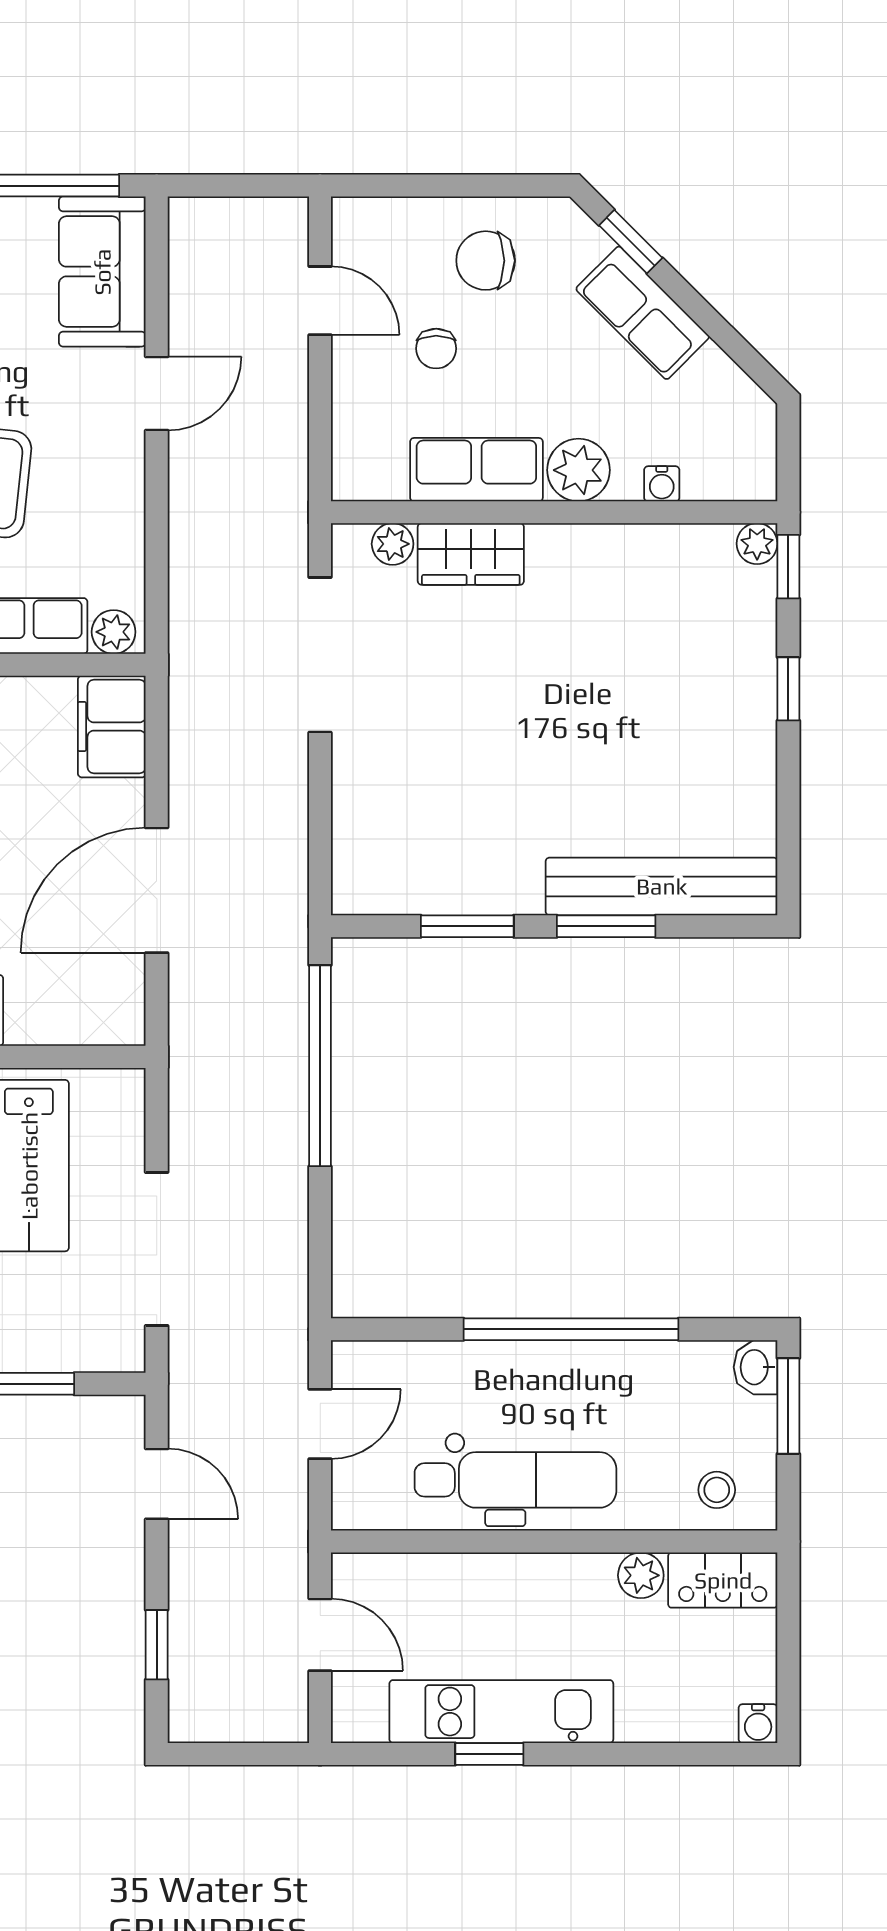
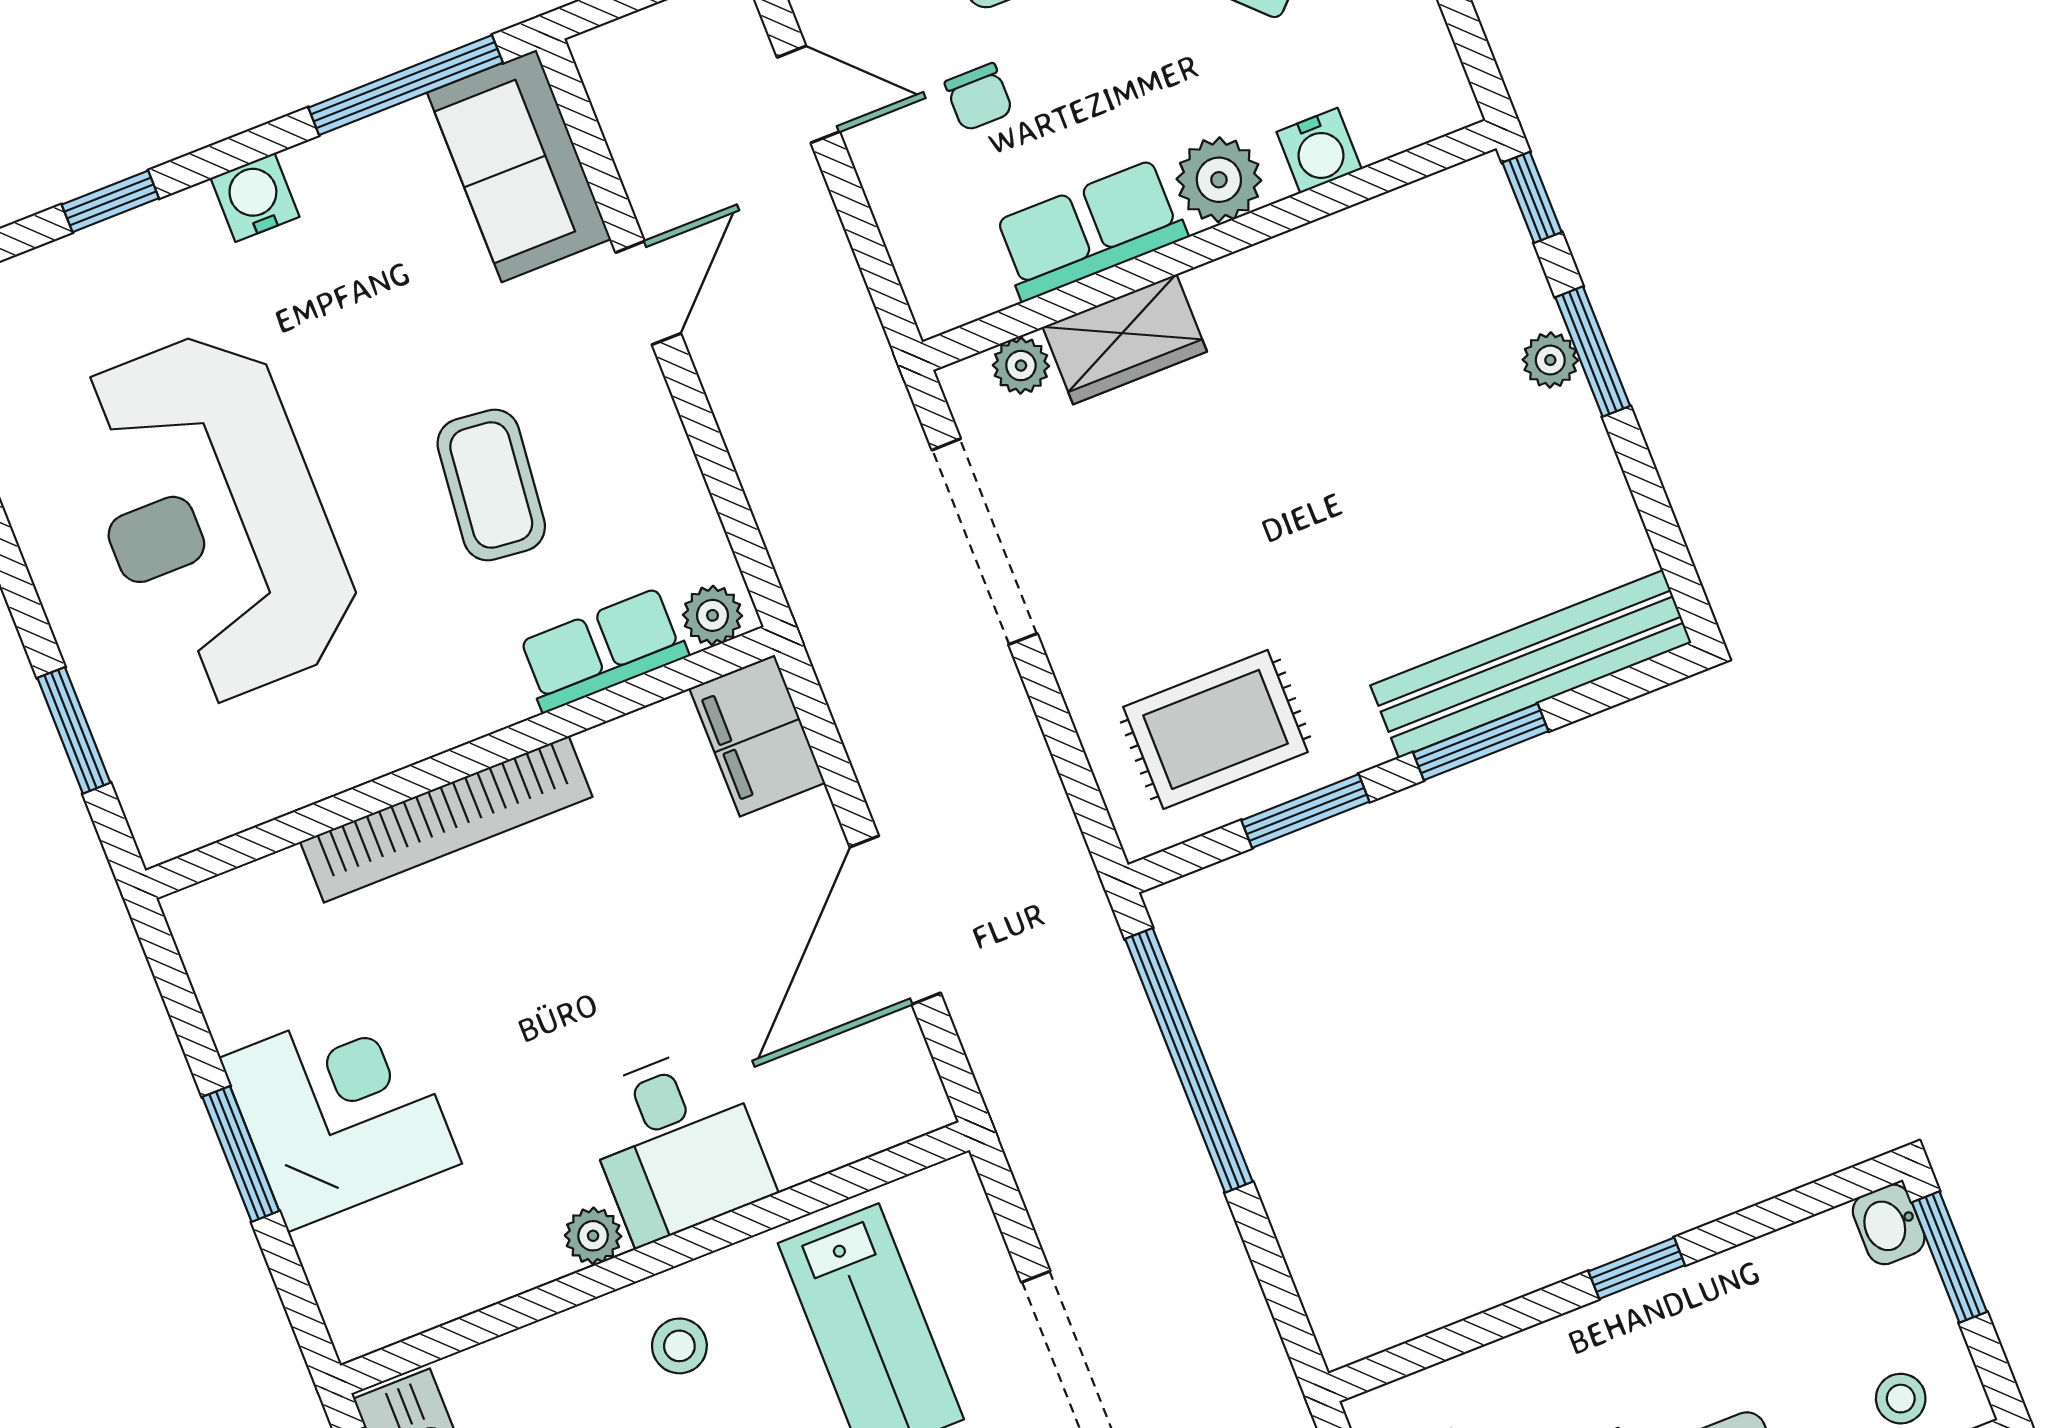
water cooler: (662, 484) -> (1319, 151), width x1.38, depth x1.38
plant: (757, 544) -> (1550, 360), moved
window: (788, 689) -> (1593, 352), width x1.50
rug: (428, 846) -> (1216, 729), added
window: (571, 1329) -> (1637, 1268), width x0.32

